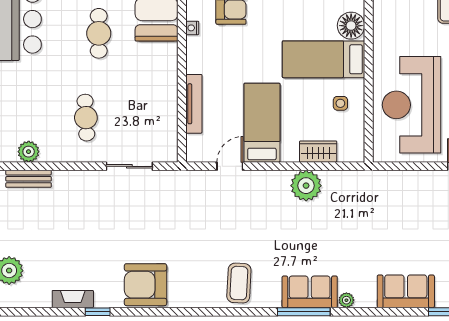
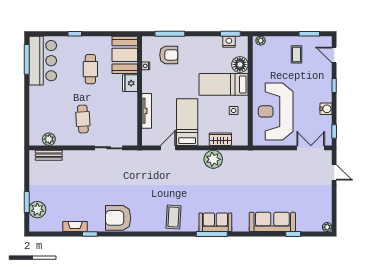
fridge: (166, 57) -> (130, 83), added
sofa: (406, 291) -> (272, 222), width x1.36
plant: (346, 300) -> (237, 227), removed

